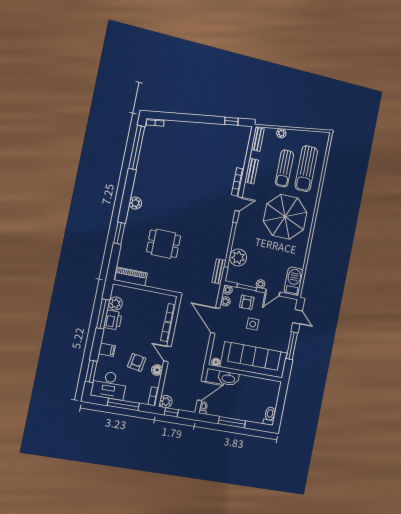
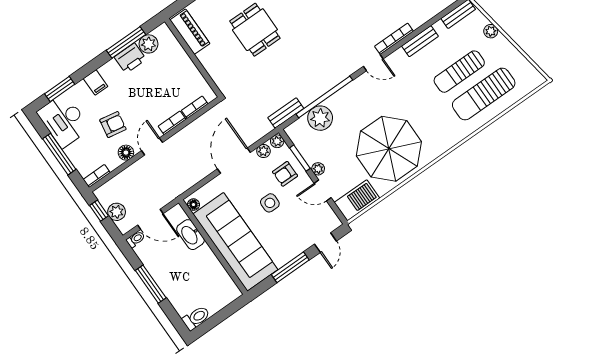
parasol: (285, 217) -> (389, 149), moved
plant: (166, 402) -> (117, 212), moved

